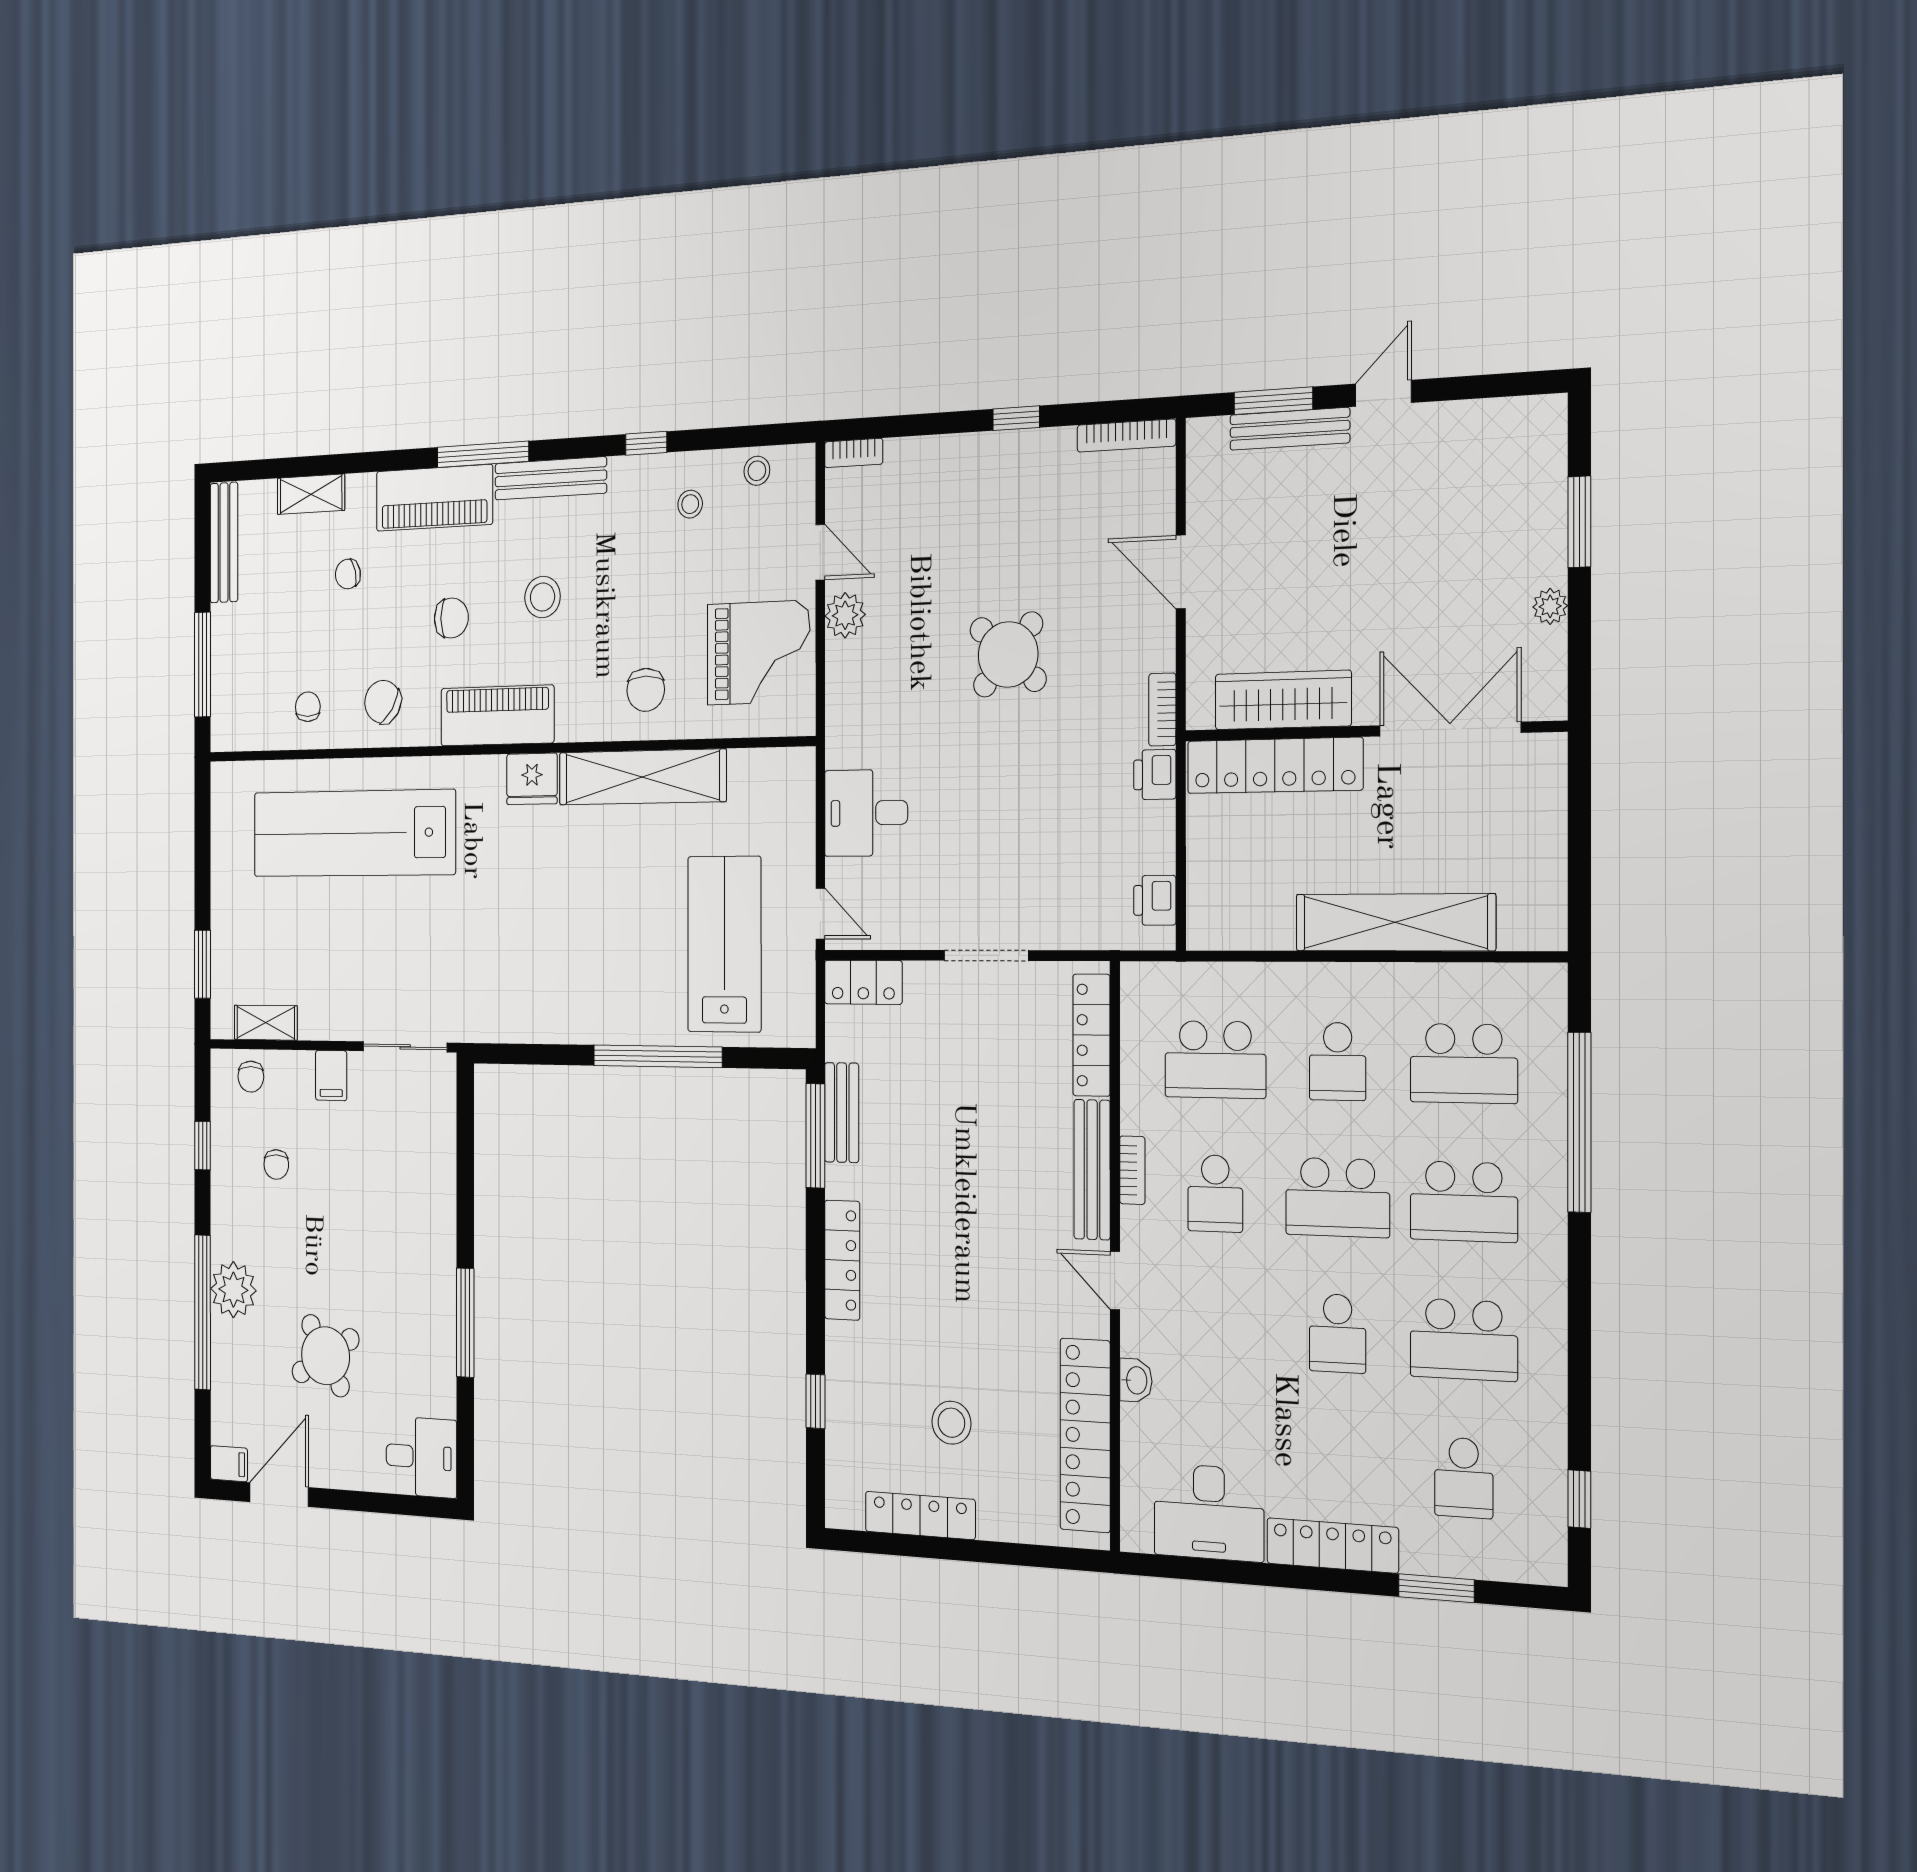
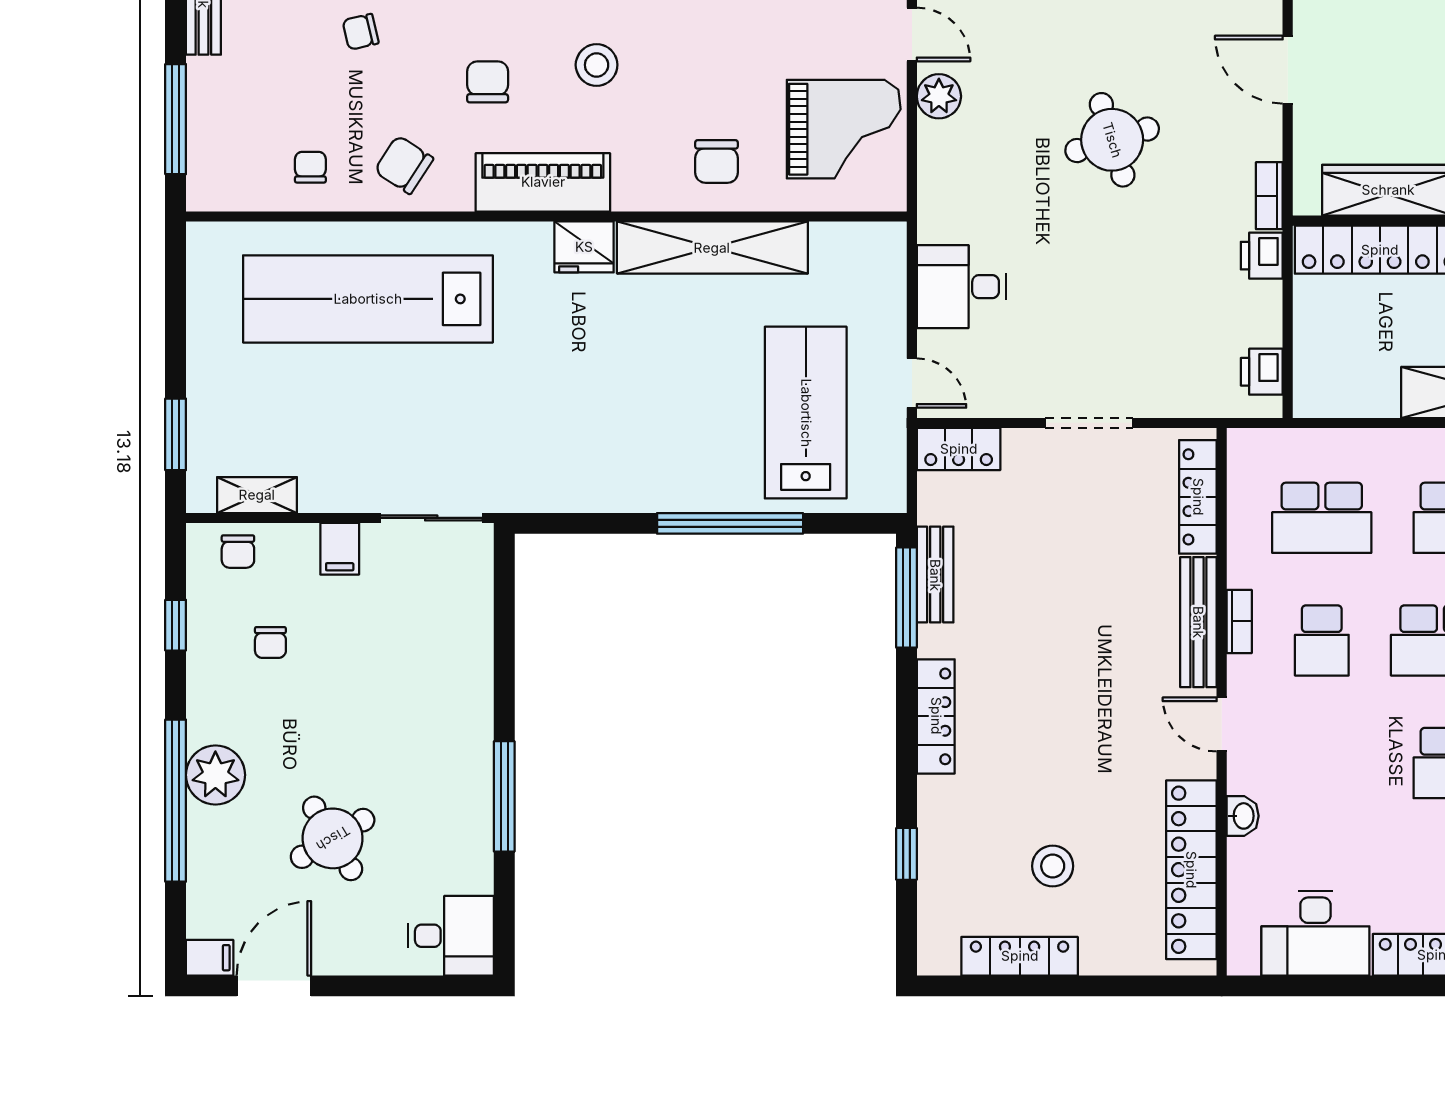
chair: (451, 618) -> (488, 82), turned -90
round table: (1008, 654) -> (1112, 140), turned 32

